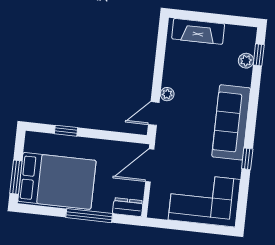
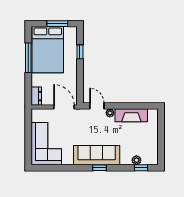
fireplace: (198, 31) -> (131, 115), moved, turned -90
window: (247, 159) -> (100, 168), moved
window: (16, 177) -> (57, 24), moved
window: (89, 216) -> (28, 58), moved

